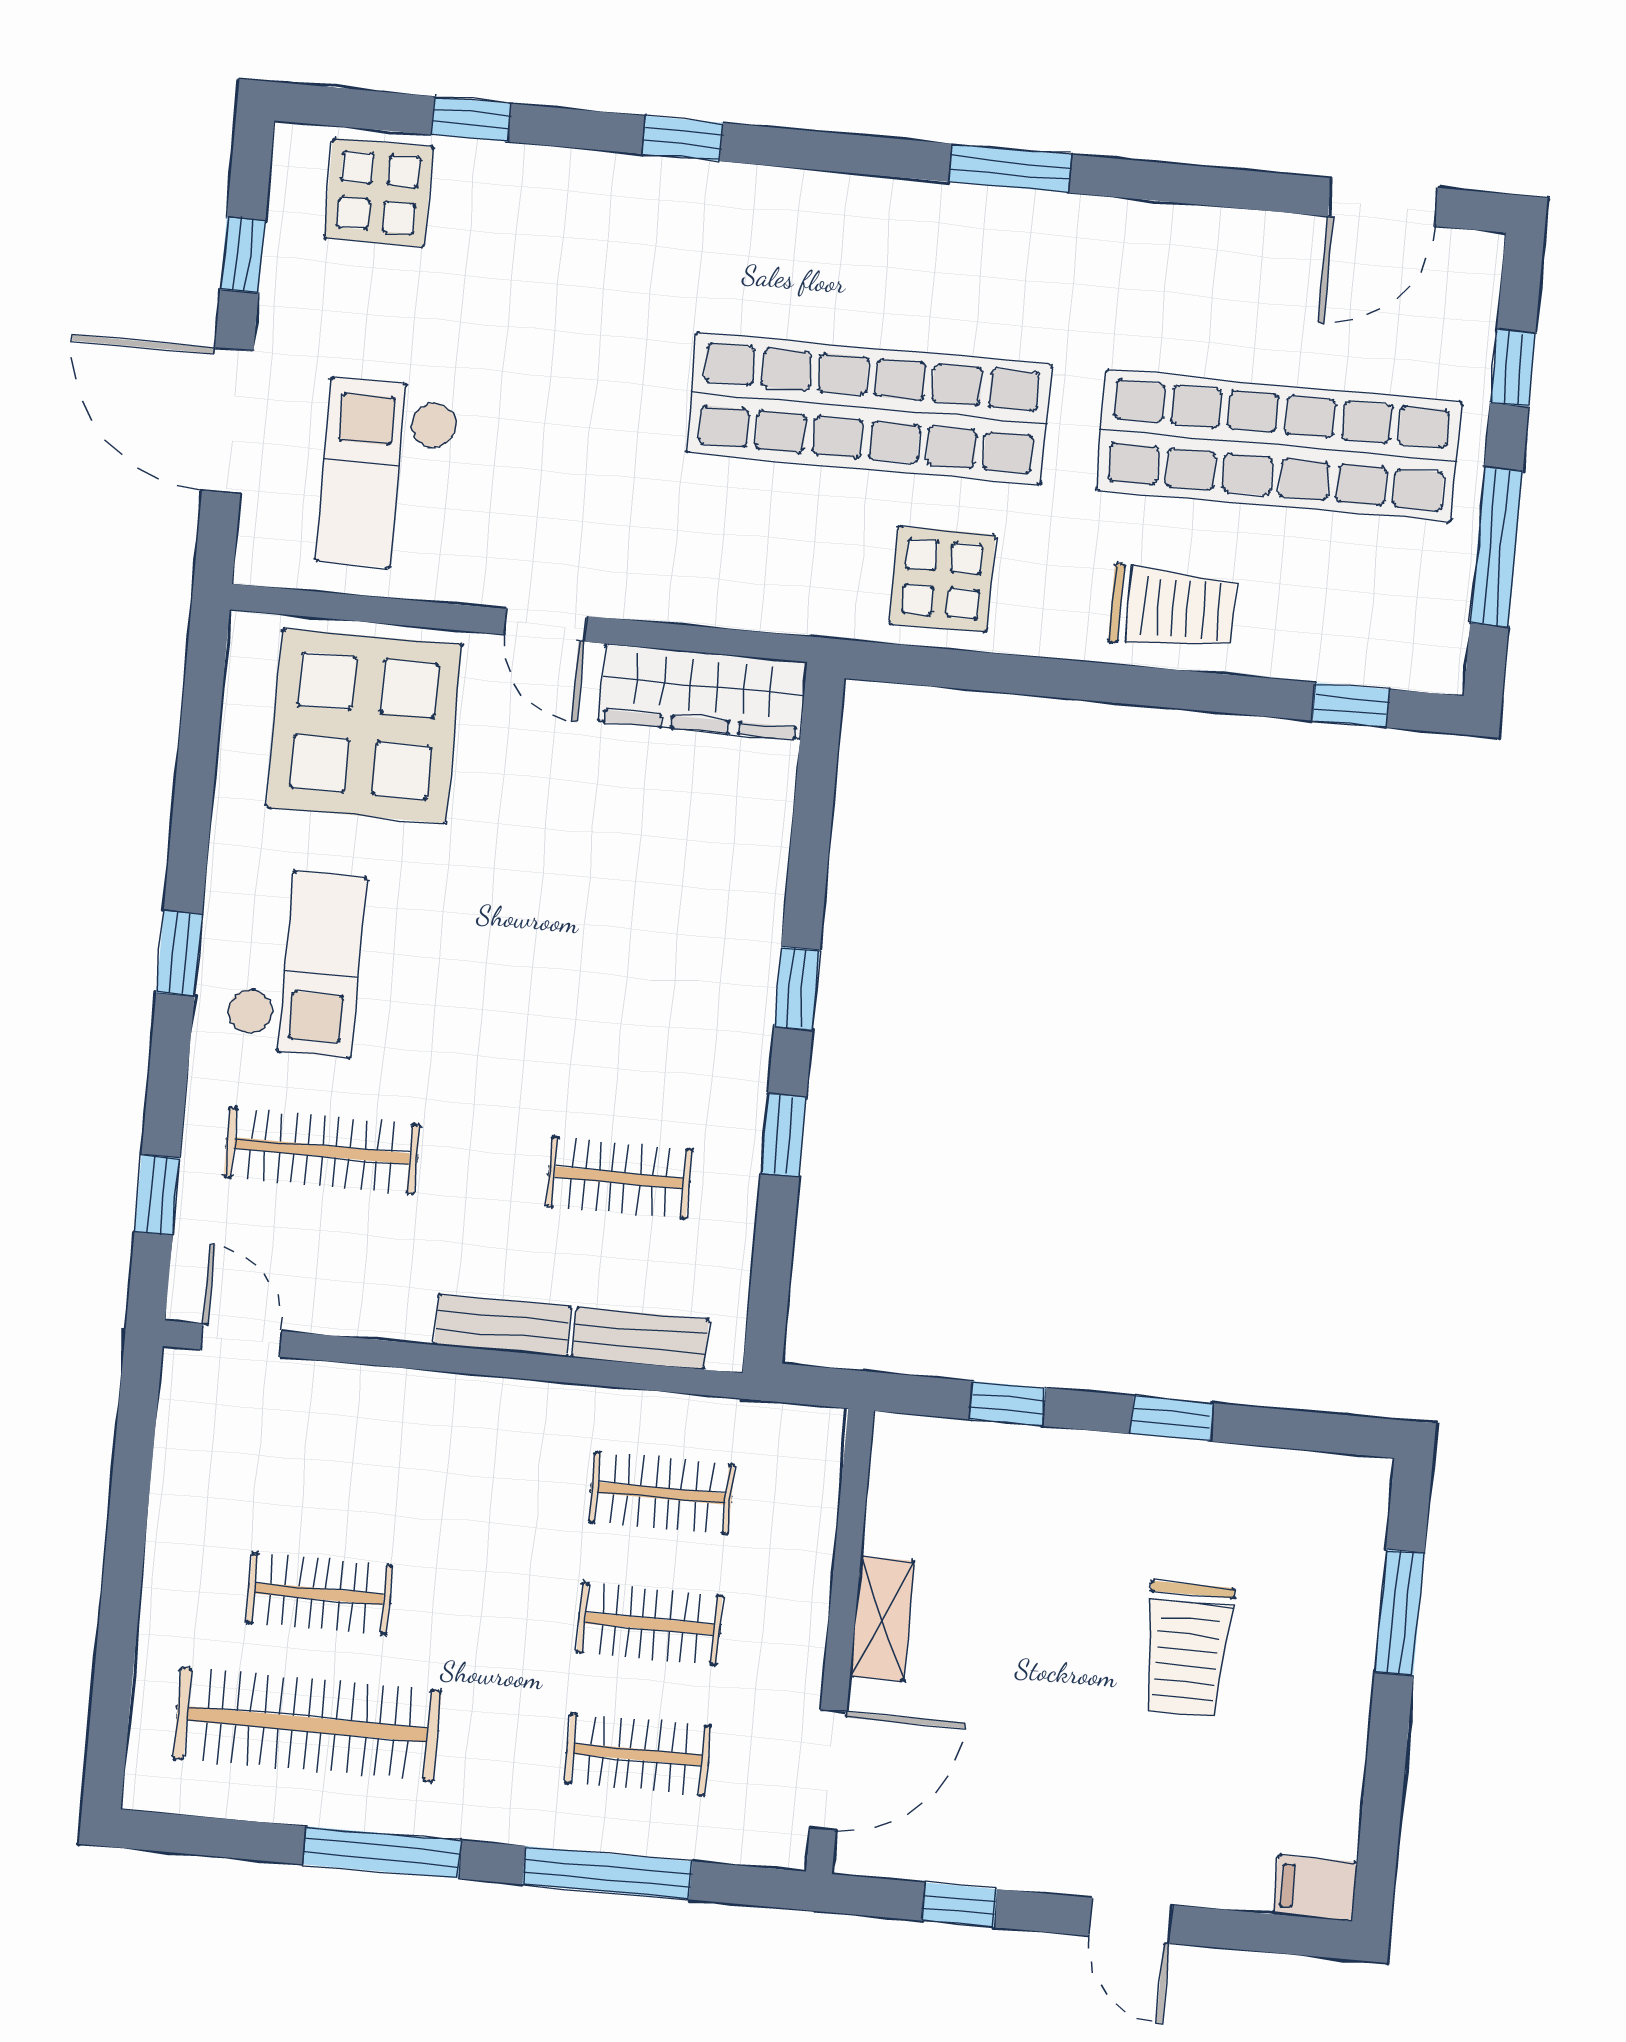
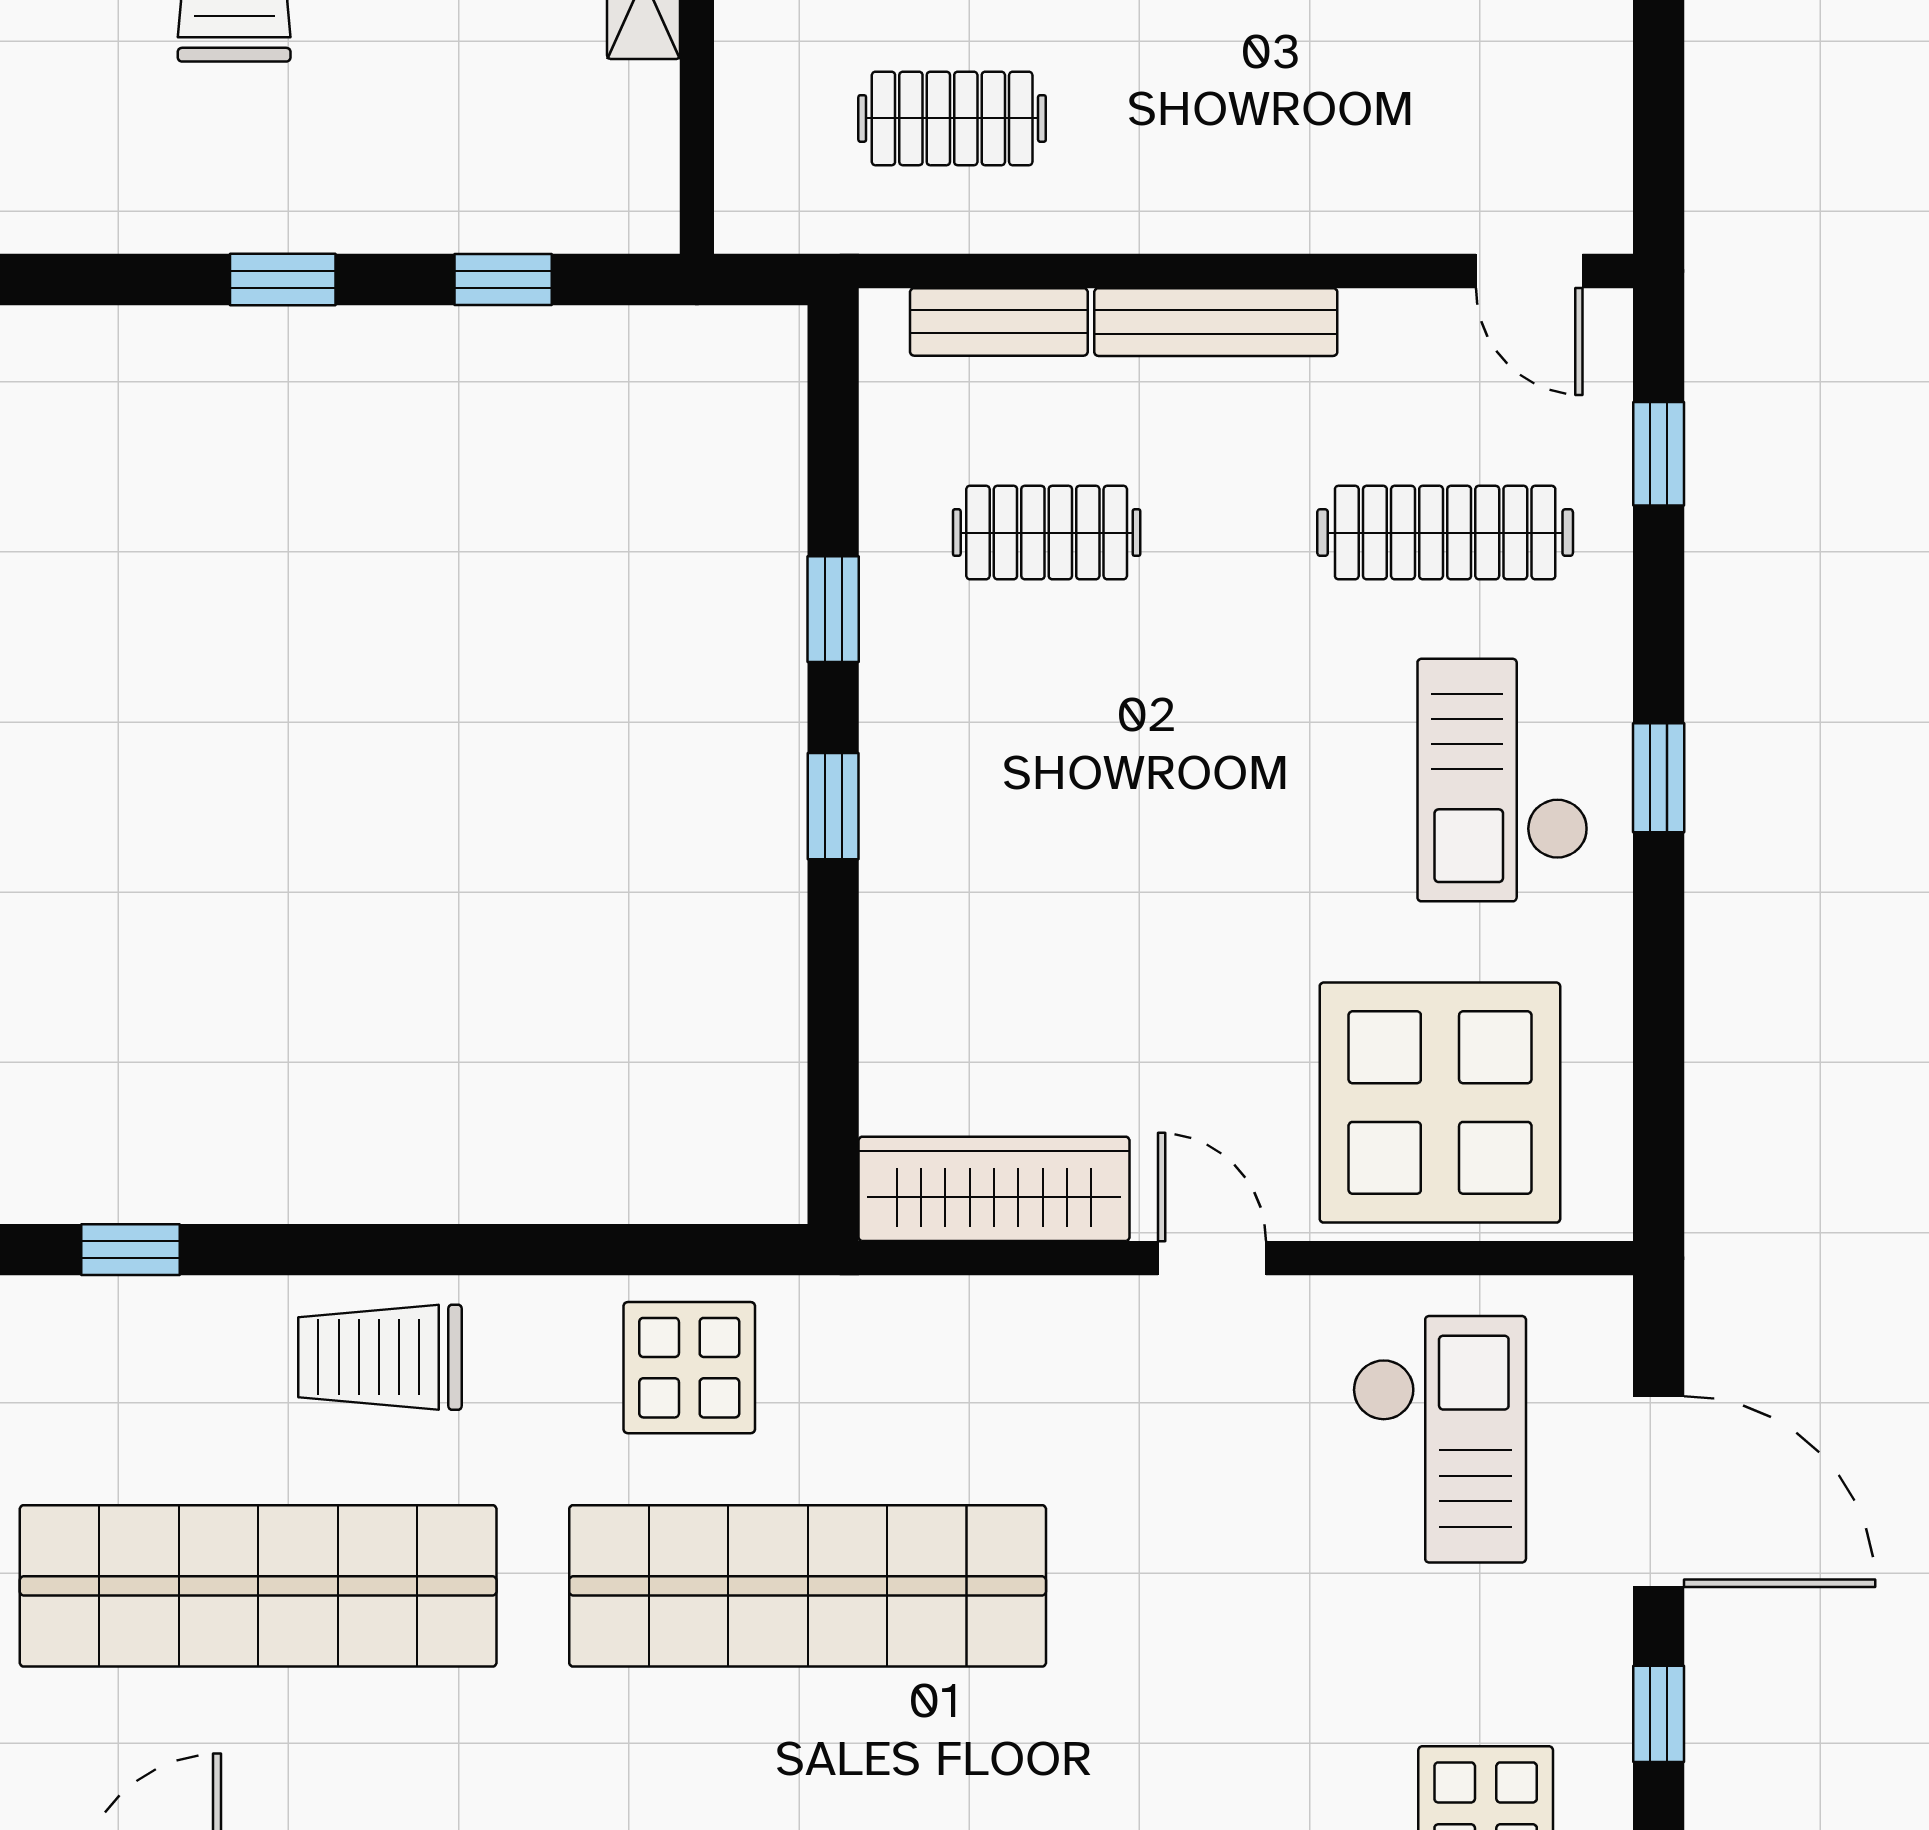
bench: (503, 1326) -> (1216, 322), width x1.36

